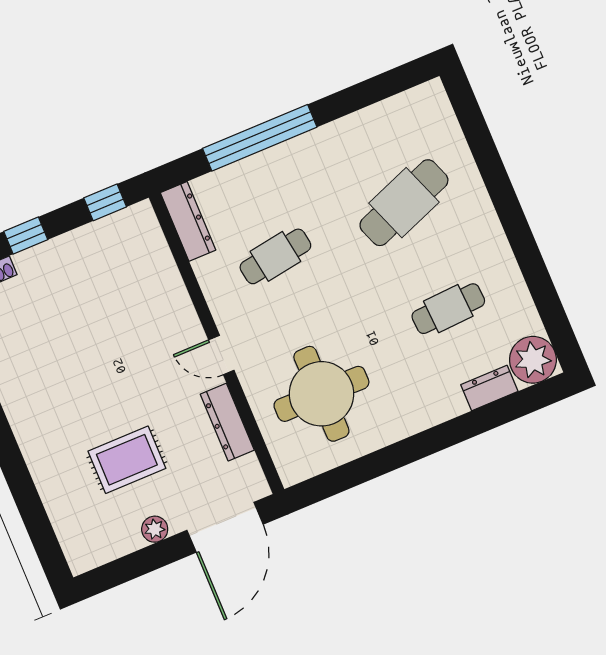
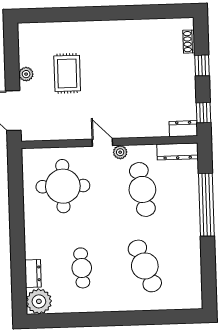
cafe table: (275, 256) -> (142, 189), width x1.37, depth x1.35
plant: (226, 318) -> (120, 152), added
door: (221, 355) -> (102, 142), hinge flipped
dresser: (227, 422) -> (183, 129), moved, width x0.70

